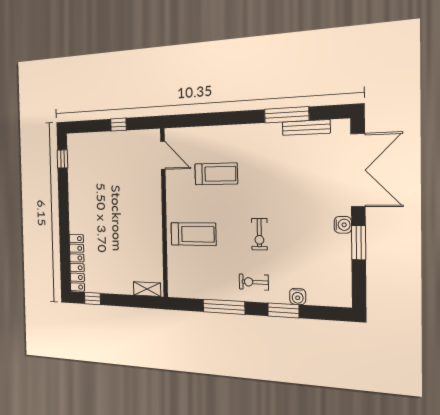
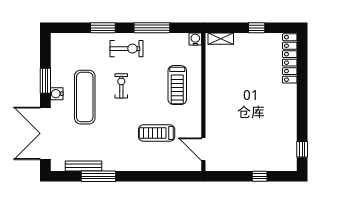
window: (118, 125) -> (260, 176), moved
exercise mat: (305, 220) -> (85, 97), added
treadmill: (193, 234) -> (177, 85), turned -90
exercise bike: (254, 282) -> (127, 49), width x1.38, depth x1.39
water cooler: (298, 296) -> (195, 39), moved
window: (92, 299) -> (257, 28), moved

